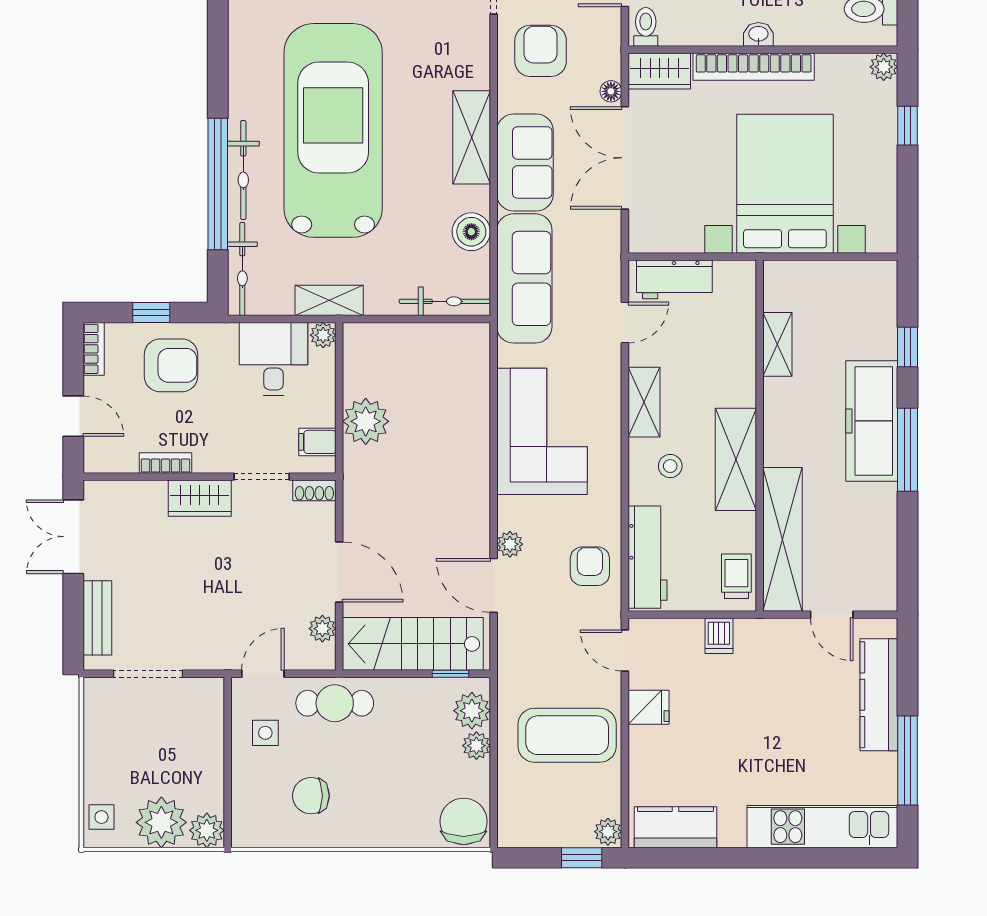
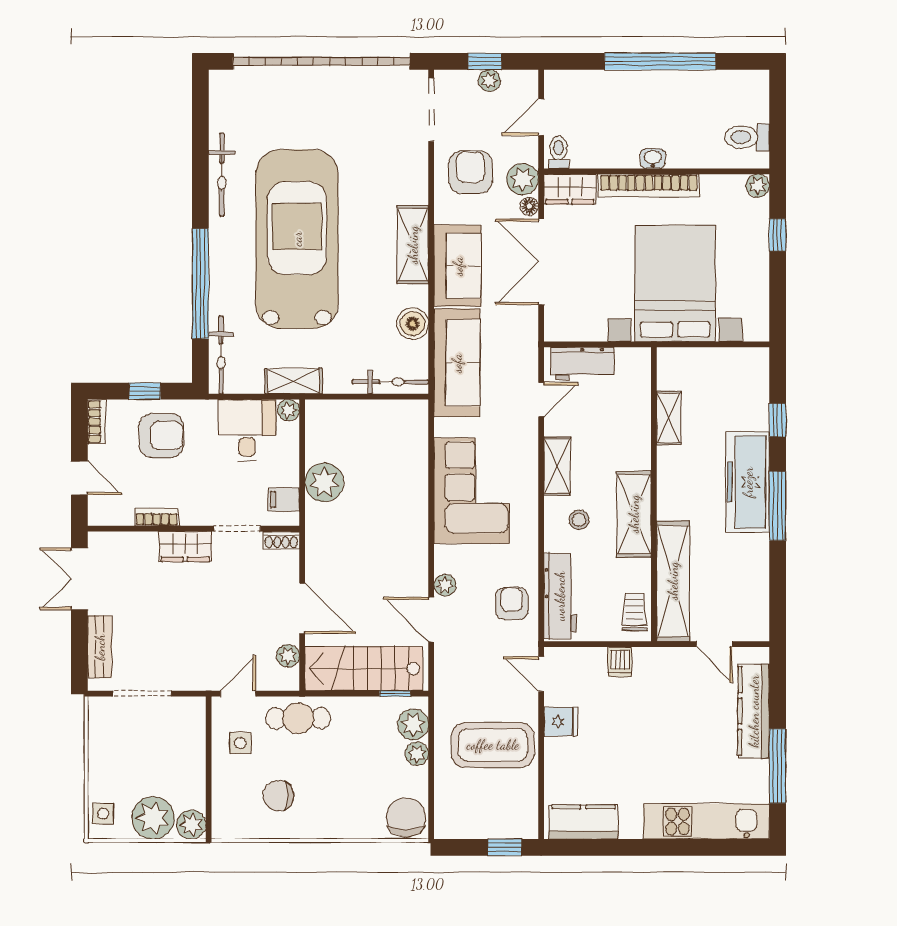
bicycle: (243, 170) -> (222, 175), moved
plant: (608, 832) -> (523, 179), moved, width x1.38, depth x1.38

